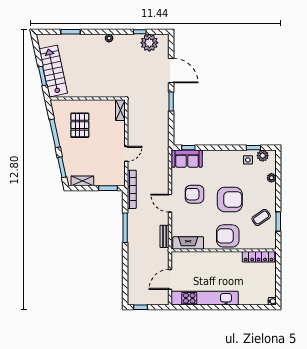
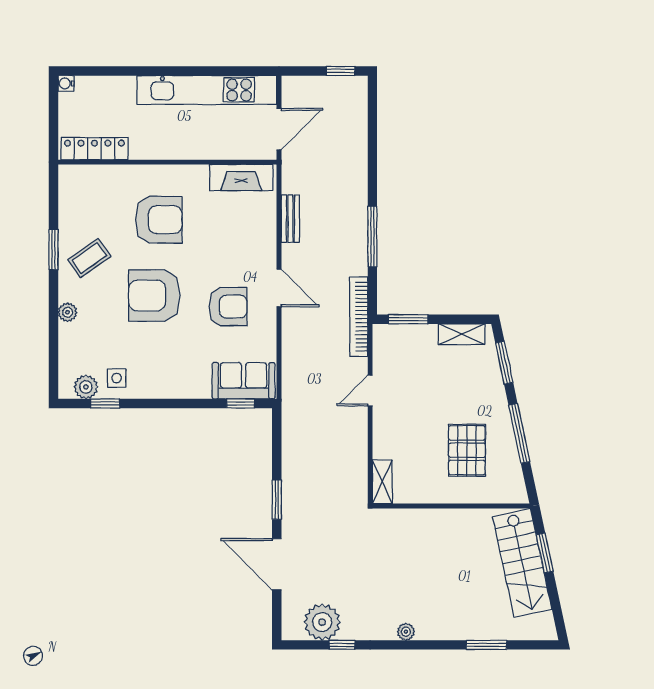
plant: (271, 178) -> (68, 312), moved
fireplace: (188, 243) -> (241, 177), moved
wall: (224, 250) -> (167, 162), moved
locker: (259, 257) -> (94, 149), moved

